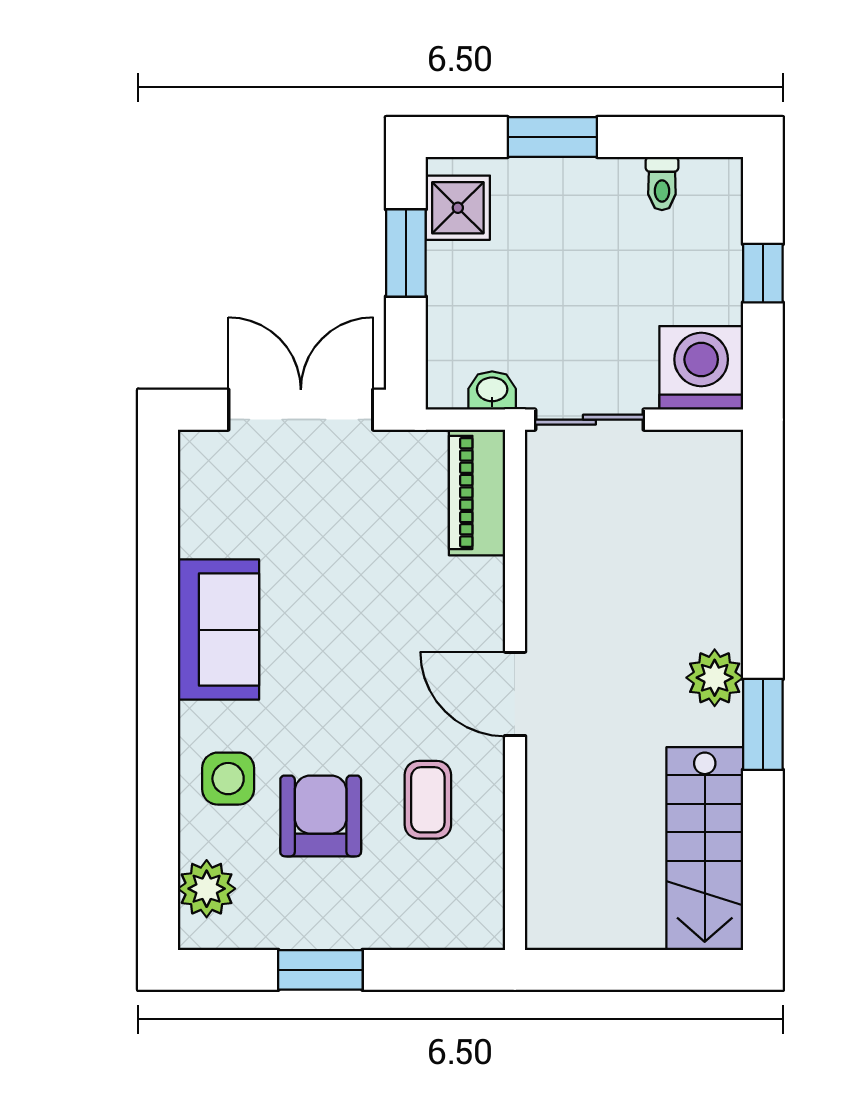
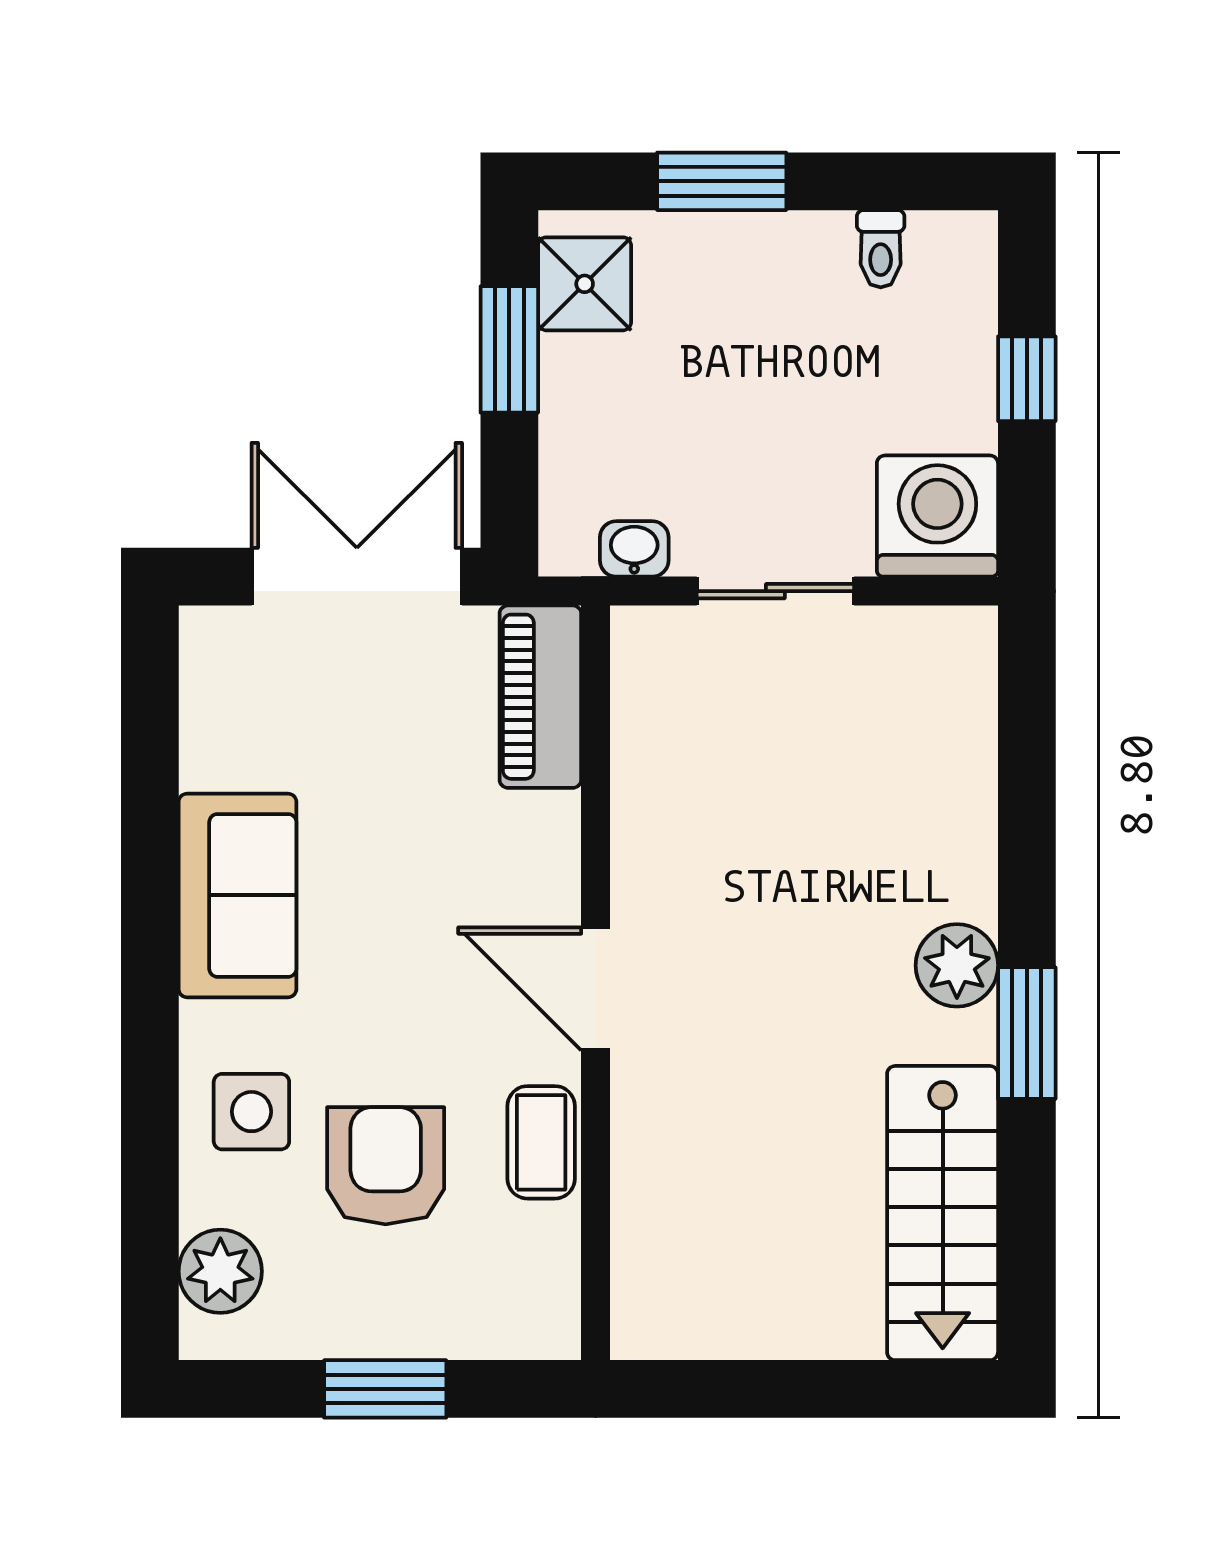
piano: (477, 492) -> (540, 697), moved
wall: (515, 690) -> (596, 983), moved
door: (515, 694) -> (596, 989), moved

